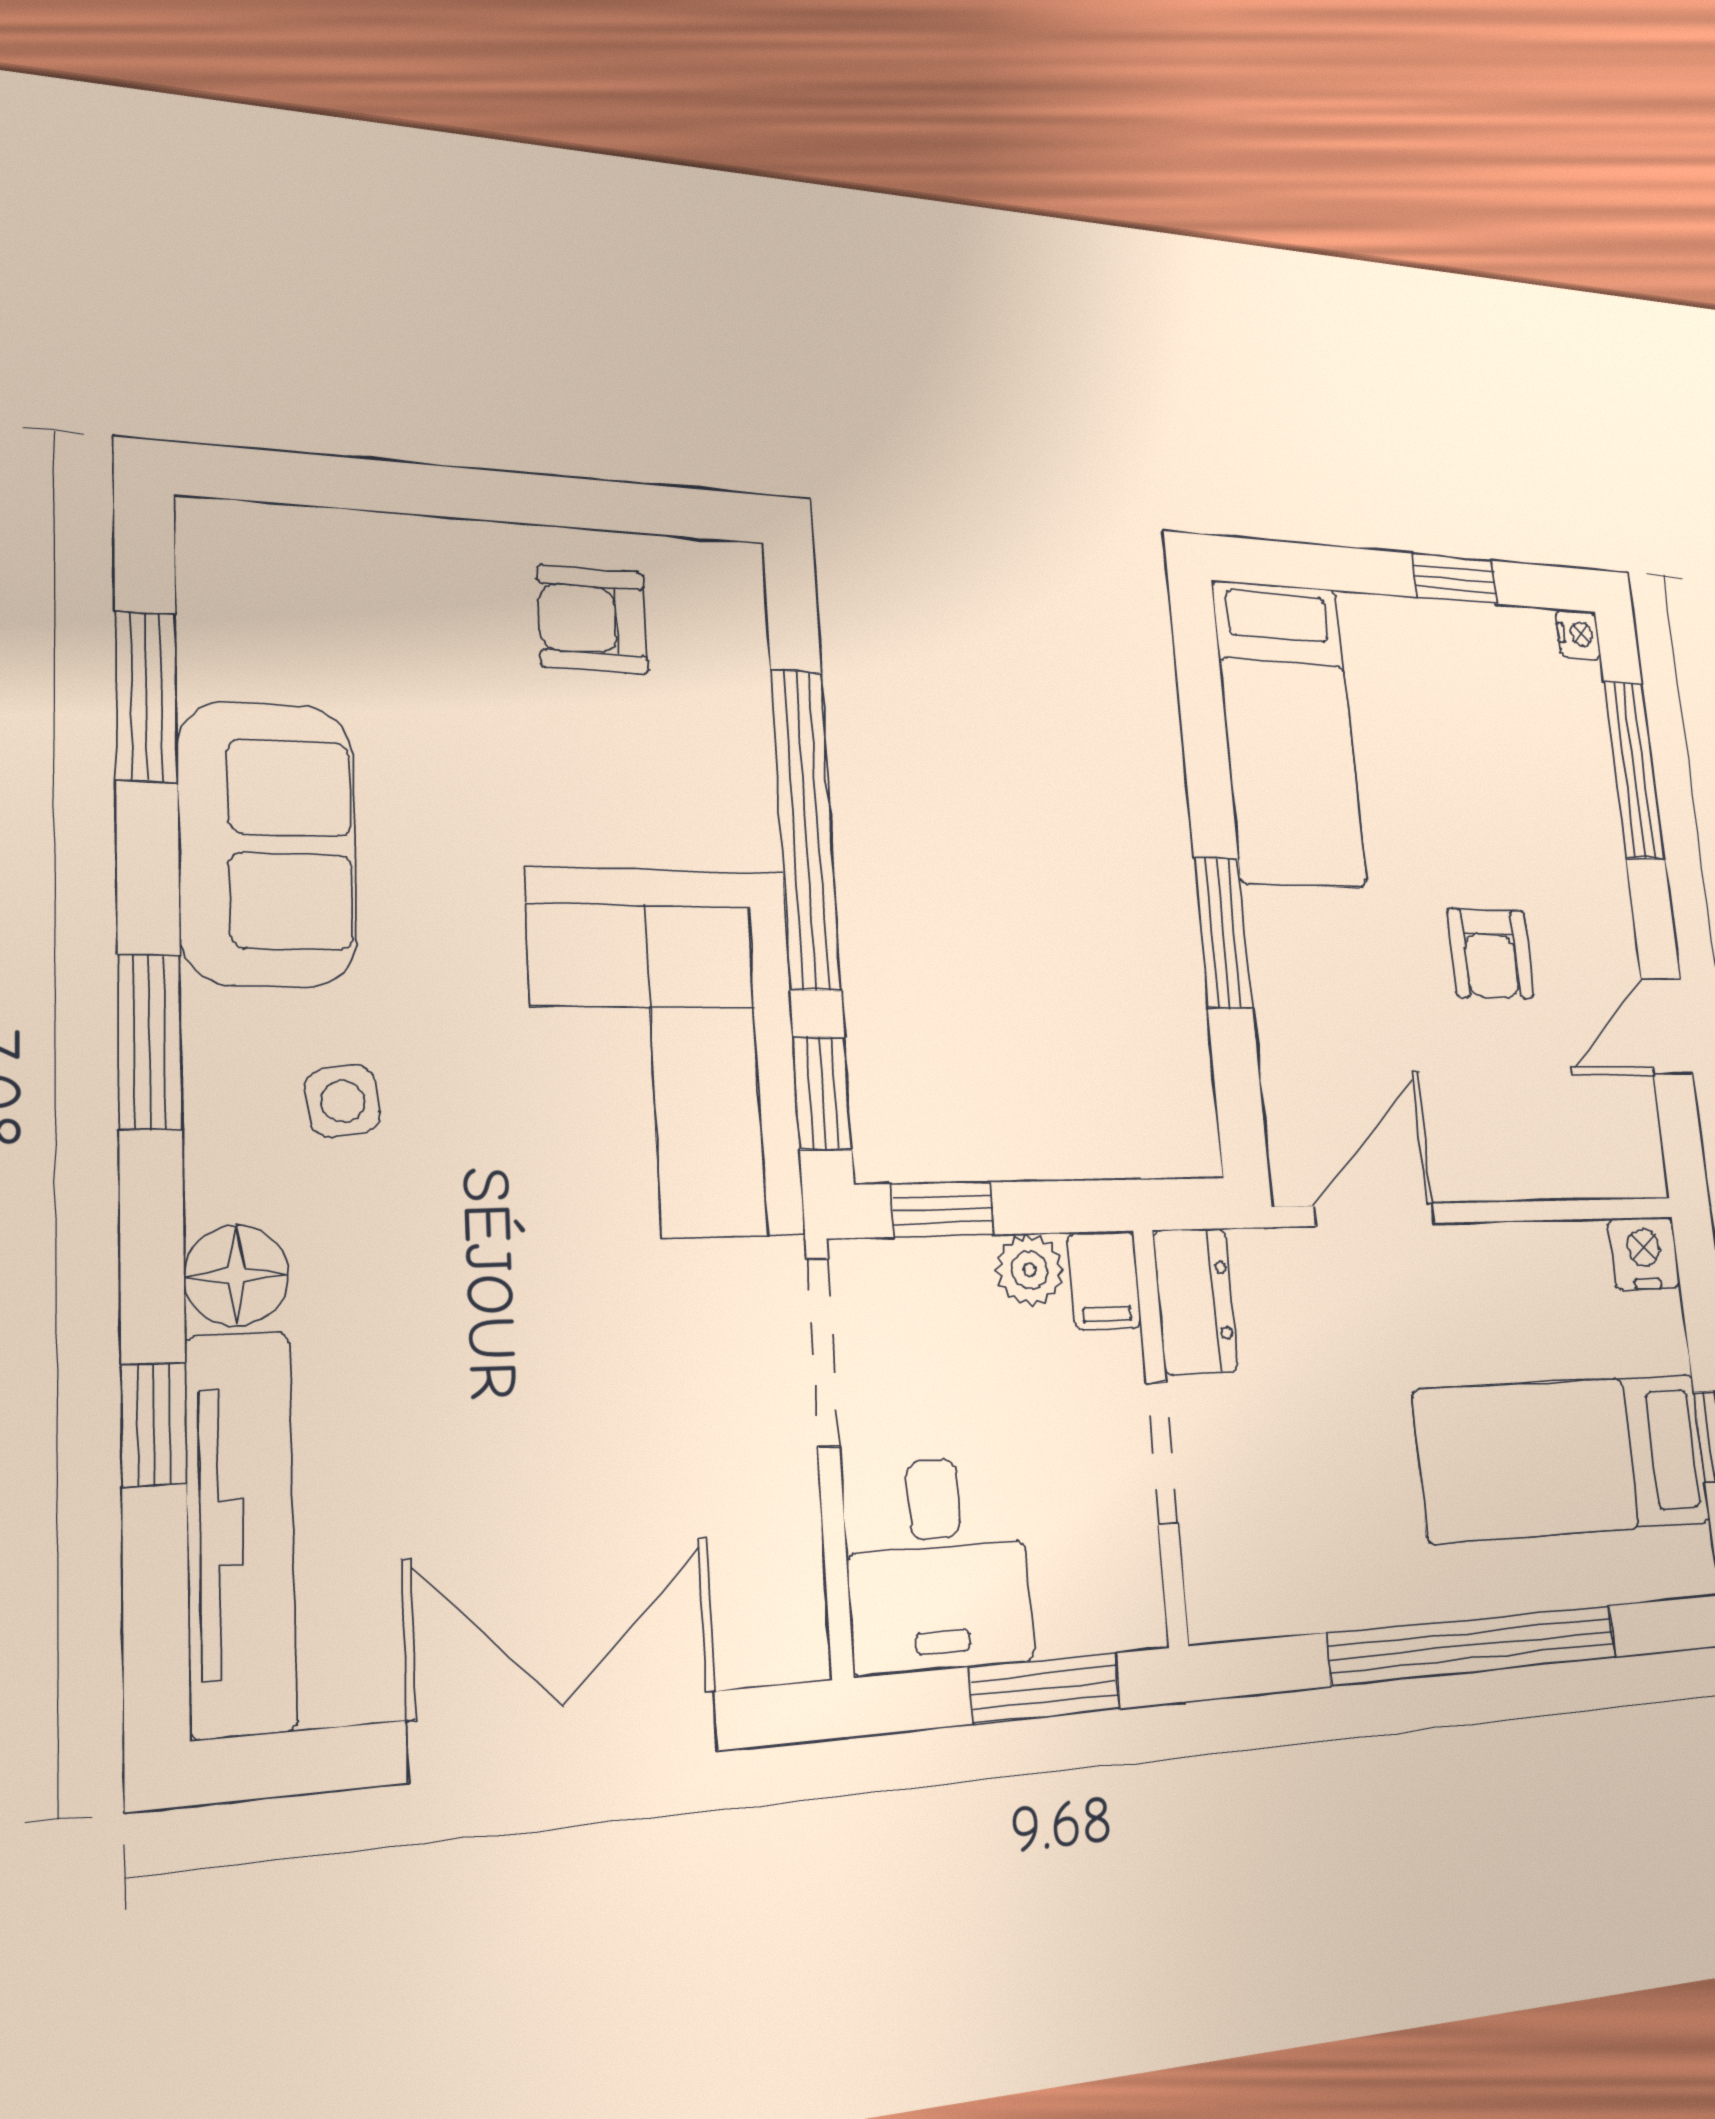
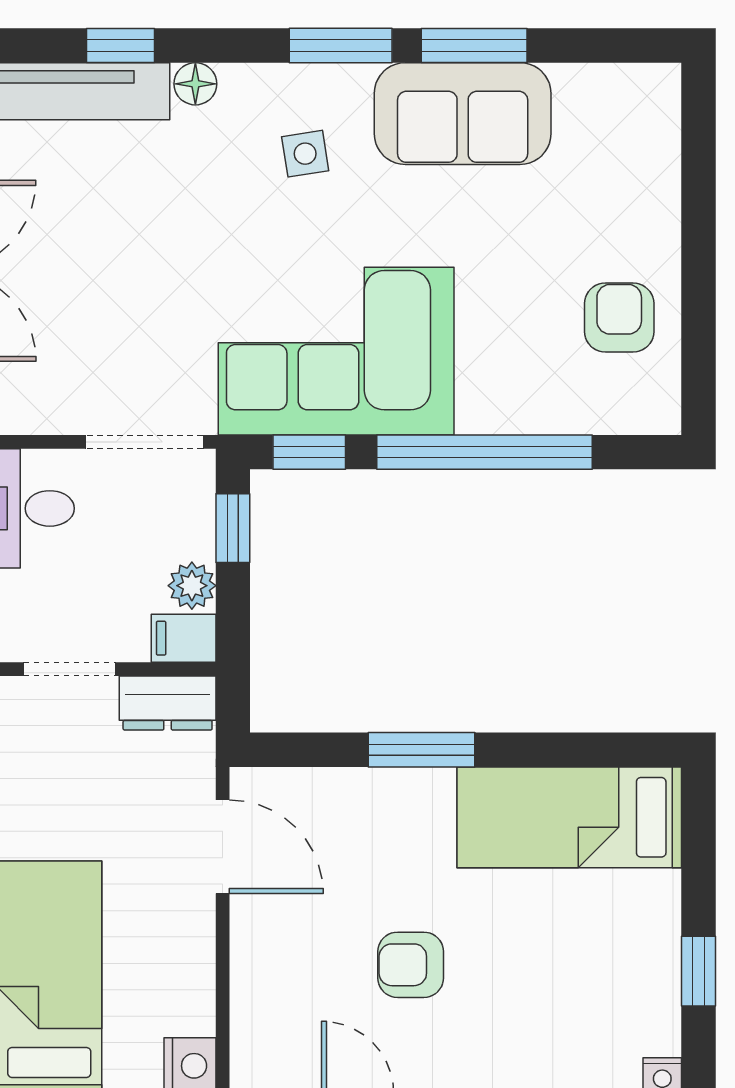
window: (146, 696) -> (474, 46), moved
floor lamp: (237, 1275) -> (195, 84), width x0.73, depth x0.73

